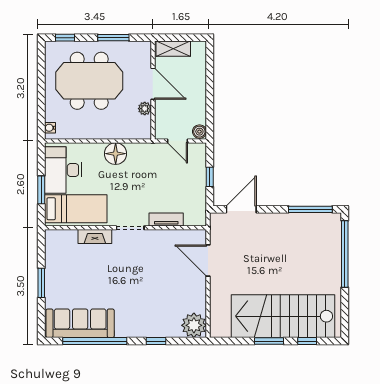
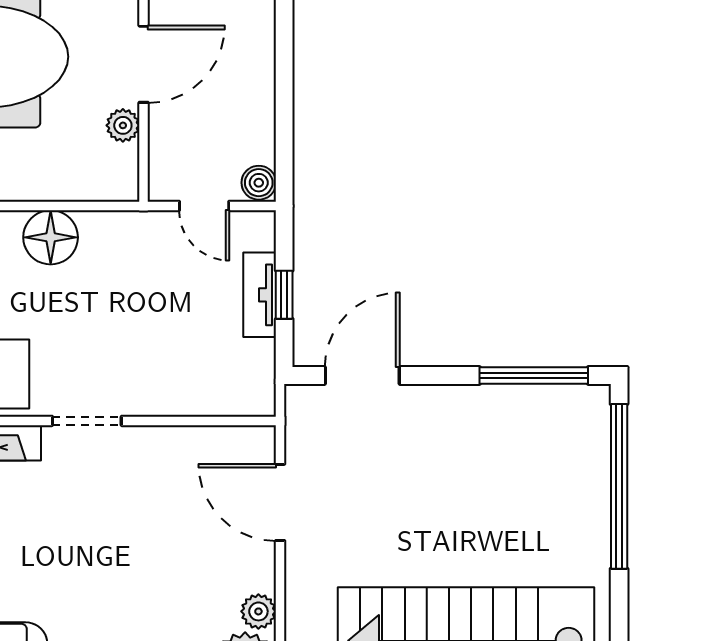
door: (153, 84) -> (144, 64), hinge flipped
tv unit: (166, 219) -> (260, 295), moved, turned -90
plant: (199, 304) -> (258, 611), added

